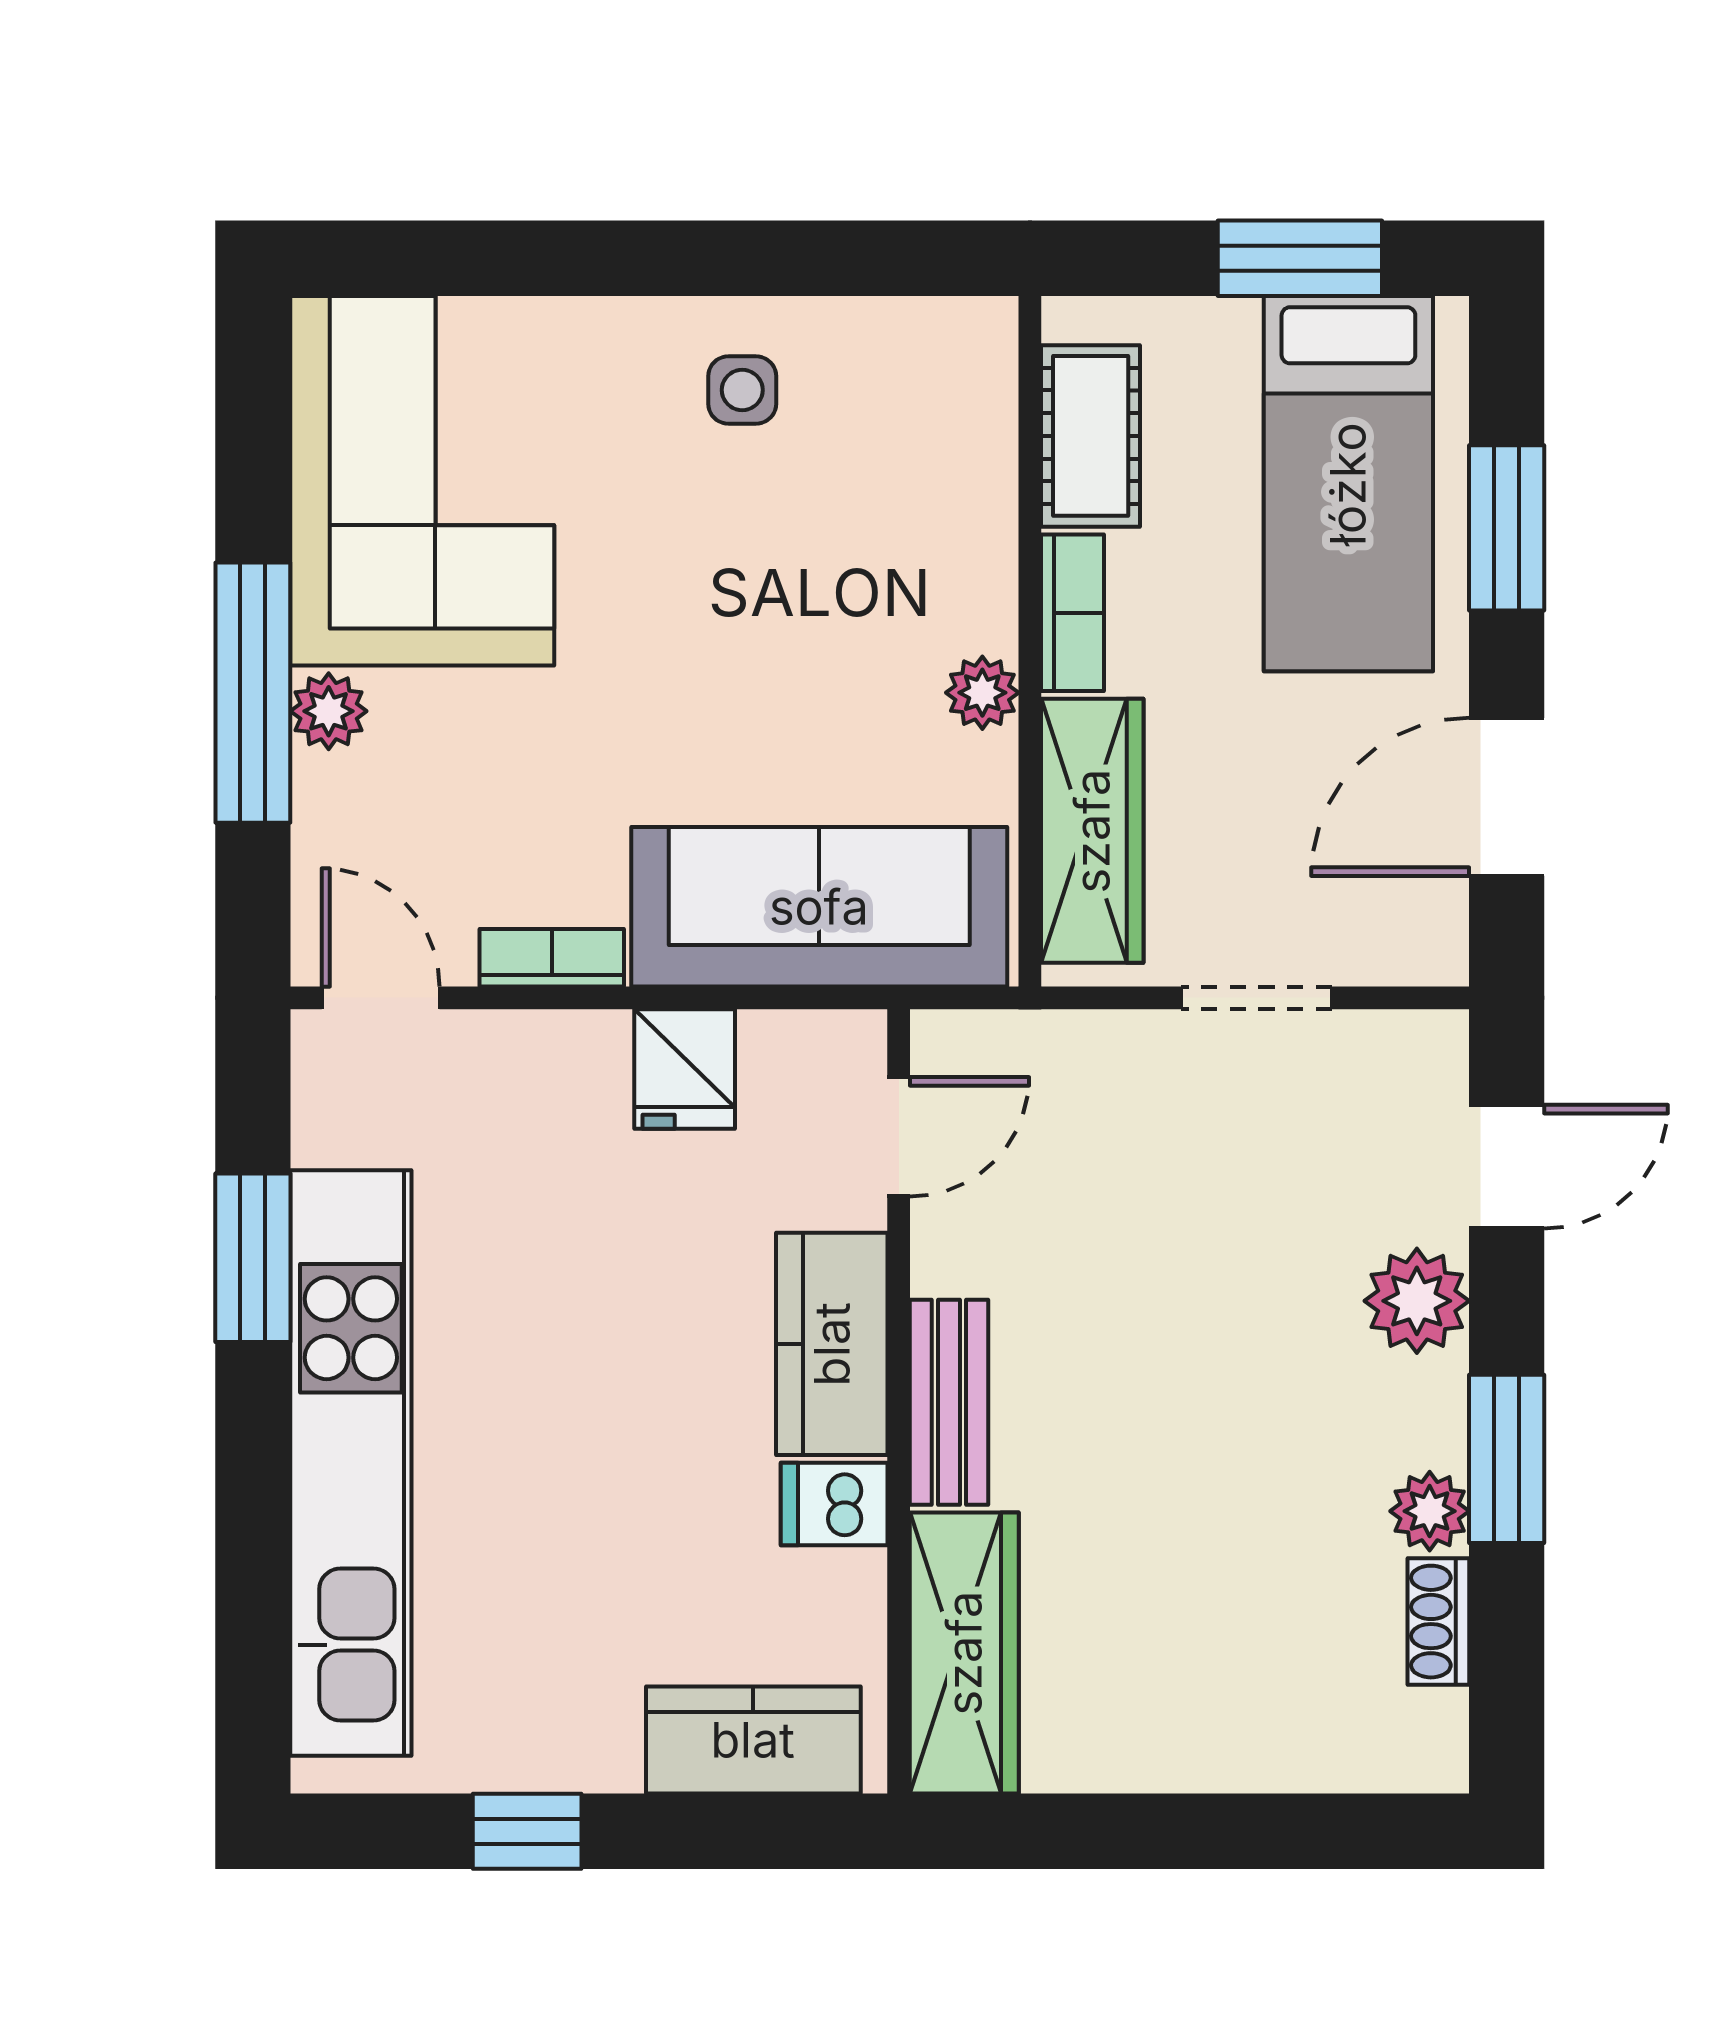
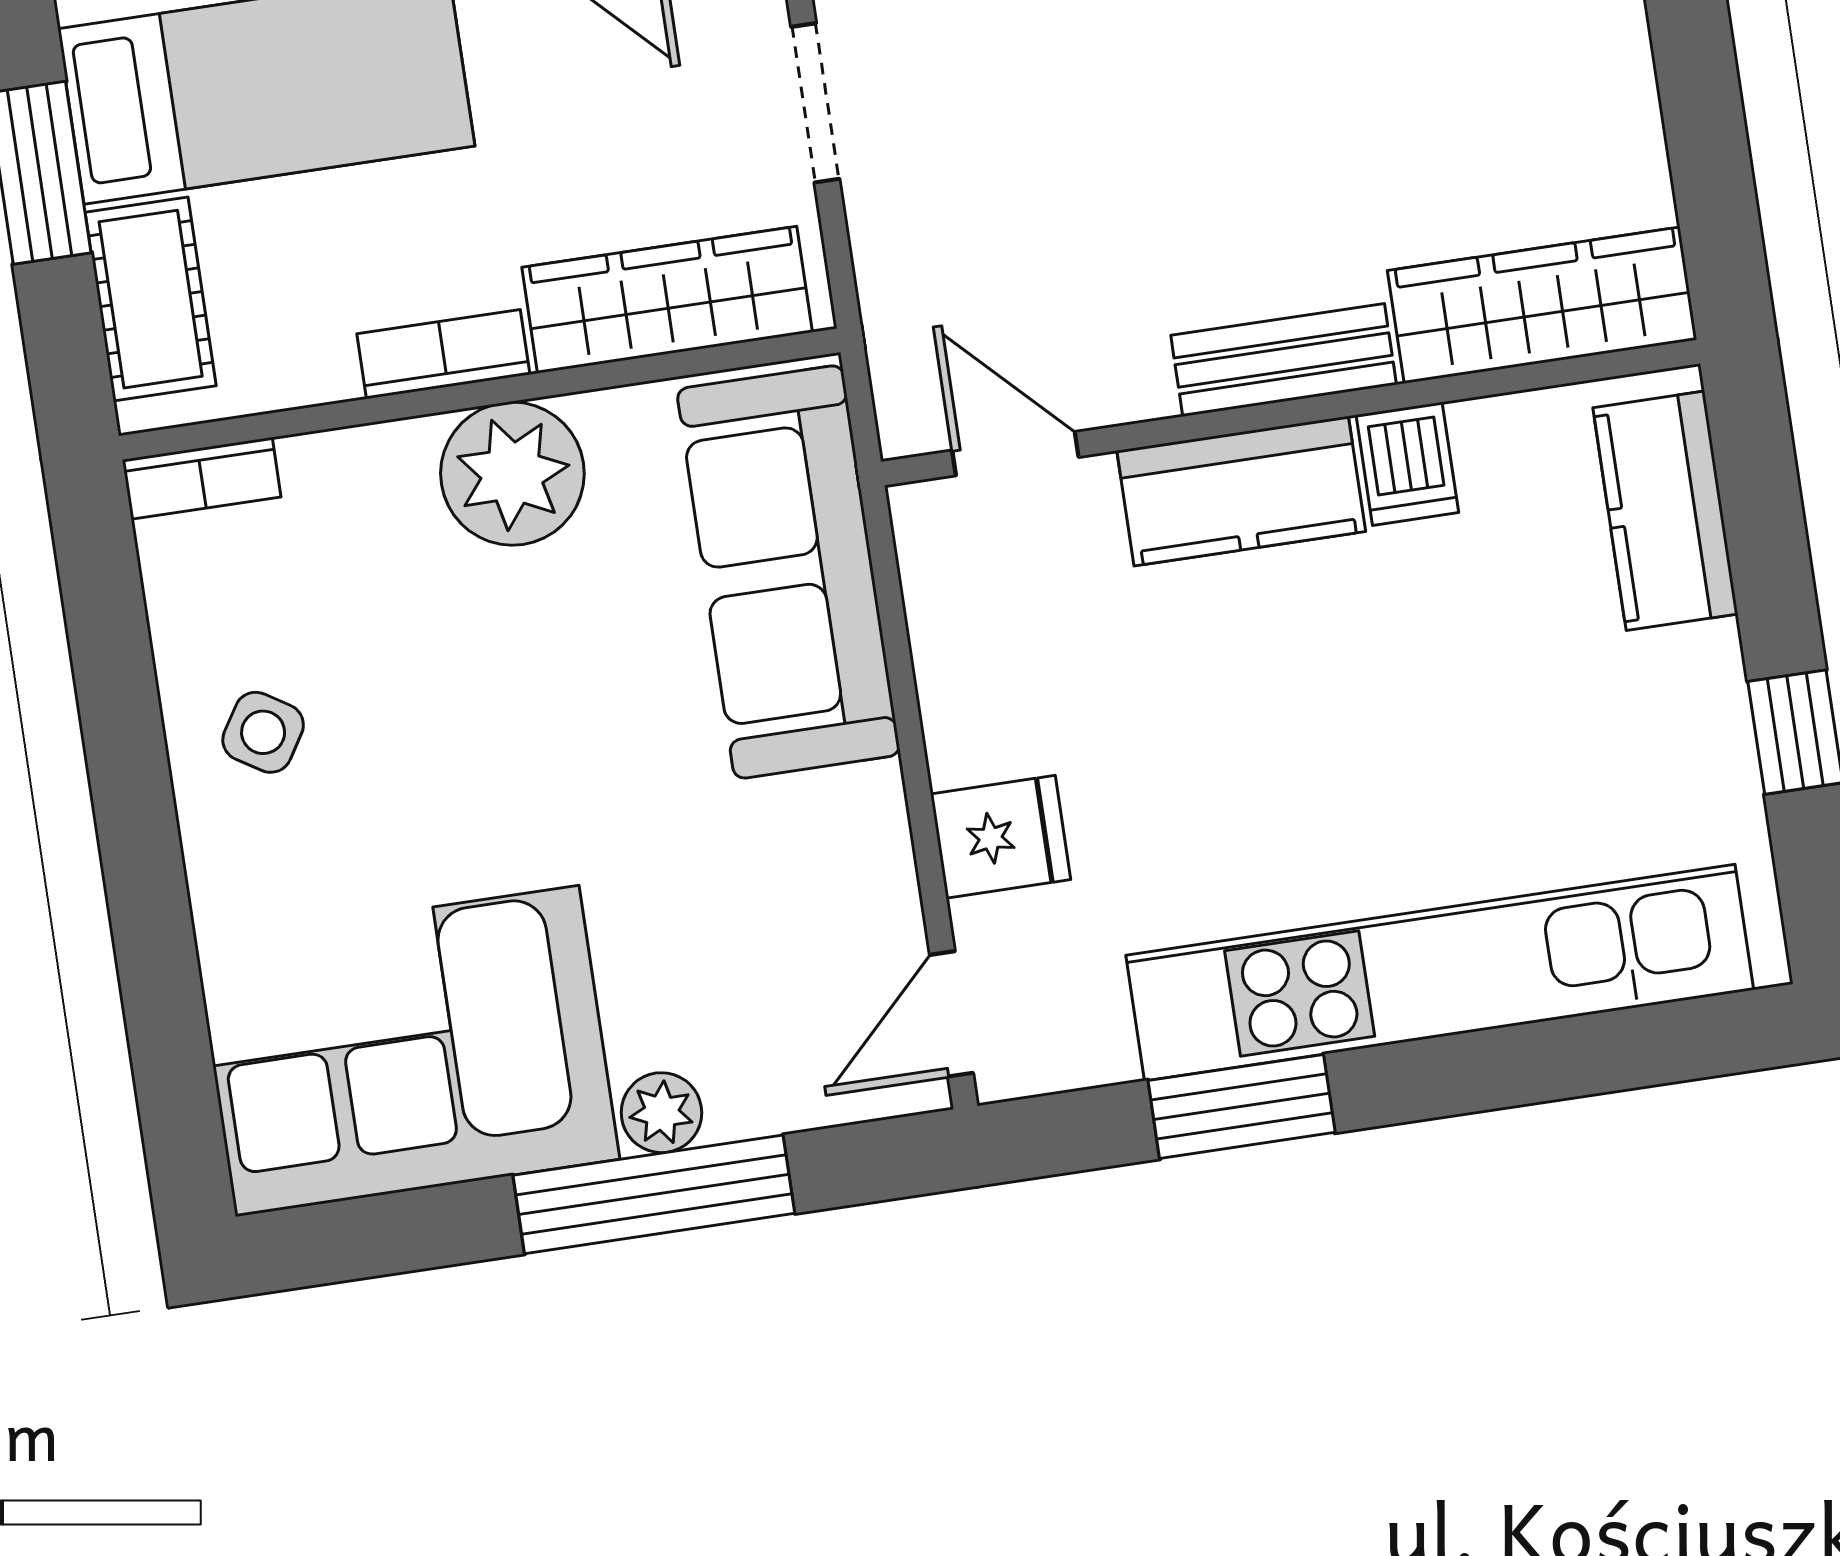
side table: (742, 390) -> (263, 732), turned 32
cot: (1091, 436) -> (151, 299), moved, turned 90
plant: (982, 693) -> (512, 474), width x1.88, depth x1.88
bookcase: (552, 958) -> (202, 478), moved, turned -90
fridge: (685, 1069) -> (1001, 837), moved

